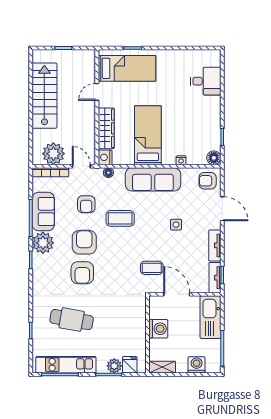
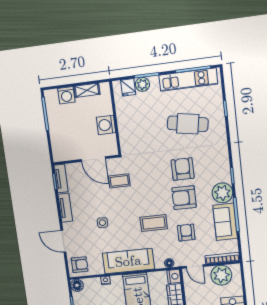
armchair: (84, 242) -> (184, 198), turned 90
kitchen sink: (210, 317) -> (60, 142), removed
shelving: (162, 367) -> (87, 90), moved

